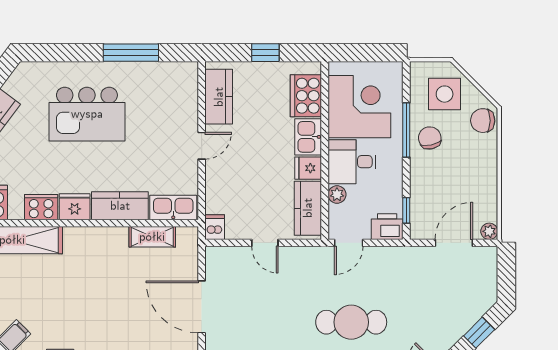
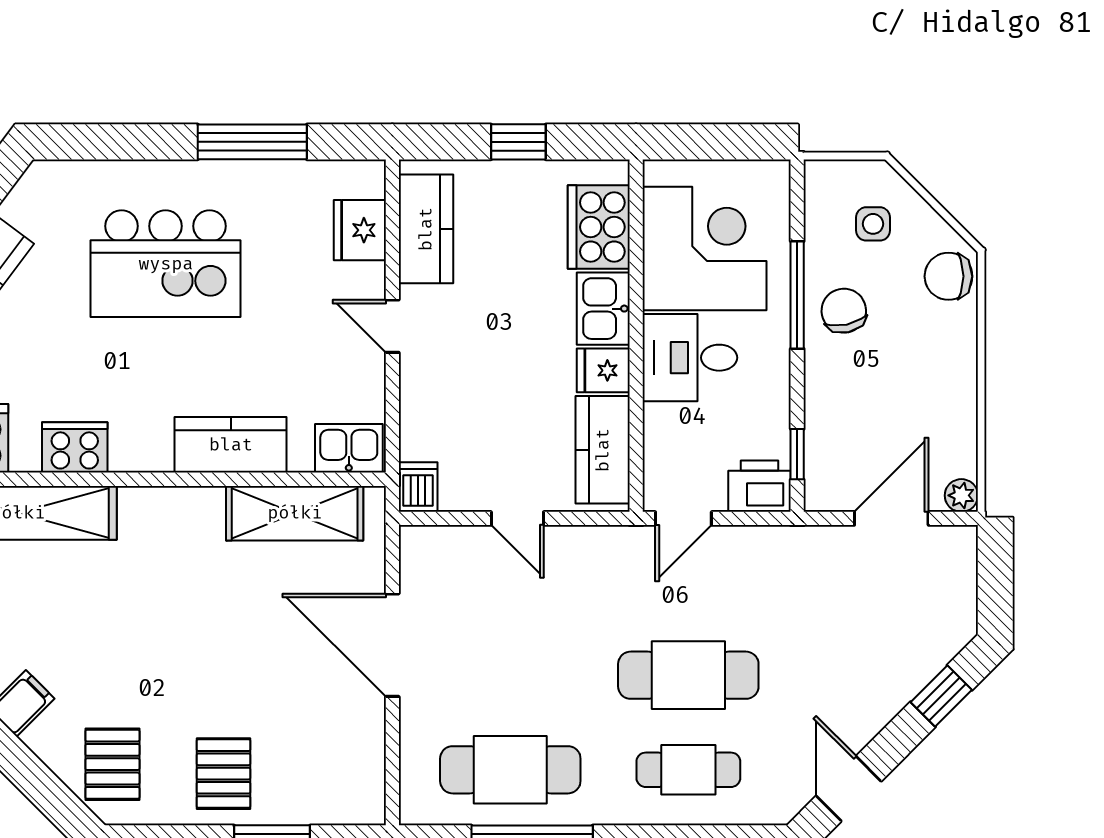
side table: (445, 94) -> (873, 224), width x0.54, depth x0.54
door: (202, 146) -> (392, 326), swing flipped
plant: (337, 194) -> (660, 423), removed
fridge: (75, 207) -> (360, 230), moved, turned -90
kitchen sink: (173, 207) -> (349, 448), width x0.73
shelving: (152, 237) -> (295, 513), width x1.50, depth x1.33

